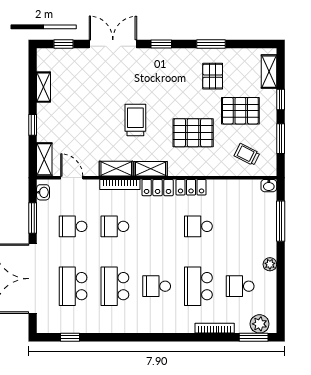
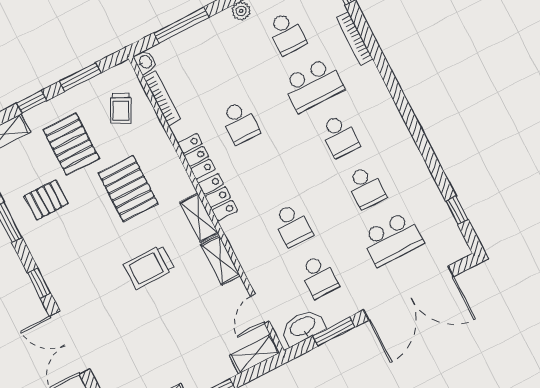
bookcase: (120, 184) -> (162, 98), moved
washbasin: (43, 192) -> (303, 327), width x1.91, depth x1.45
school desk: (115, 286) -> (366, 187), width x0.54

